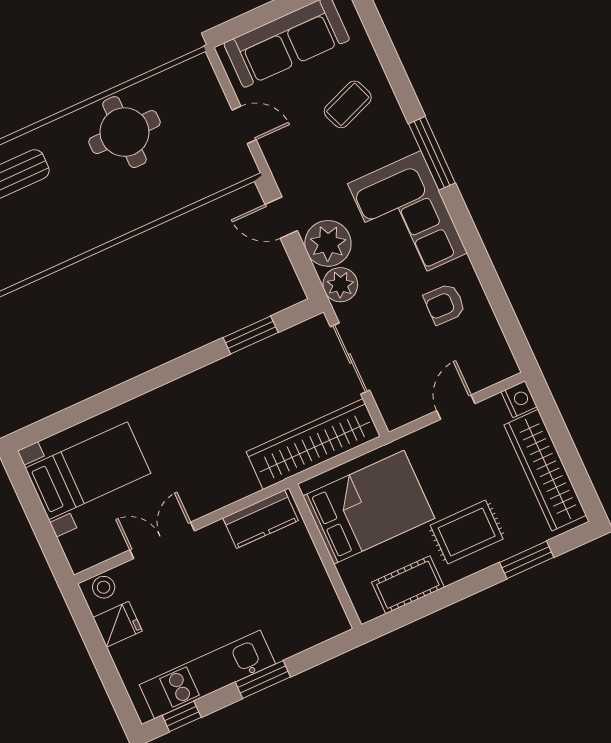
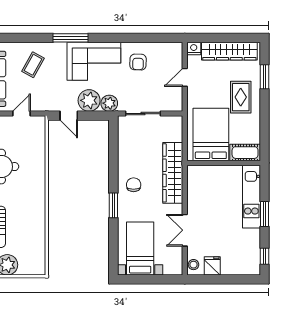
coffee table: (348, 104) -> (33, 65), turned 50
door: (281, 218) -> (69, 116), hinge flipped
window: (251, 335) -> (113, 205), moved
chair: (205, 402) -> (134, 185), added
door: (456, 407) -> (185, 77), hinge flipped
wardrobe: (313, 444) -> (173, 173), moved
kitchen counter: (261, 519) -> (195, 184), removed
cot: (408, 585) -> (245, 153), moved, turned 90
kitchen unit: (207, 674) -> (251, 197), moved

